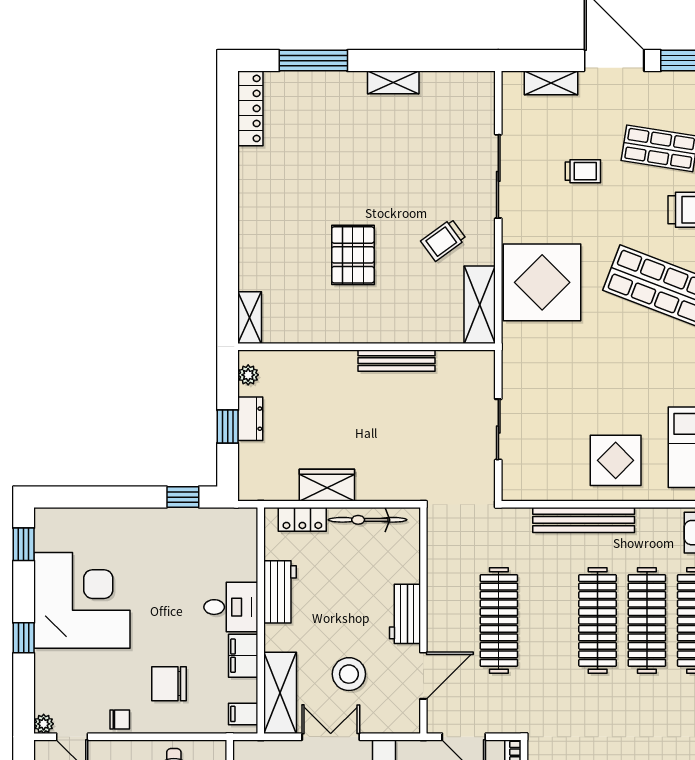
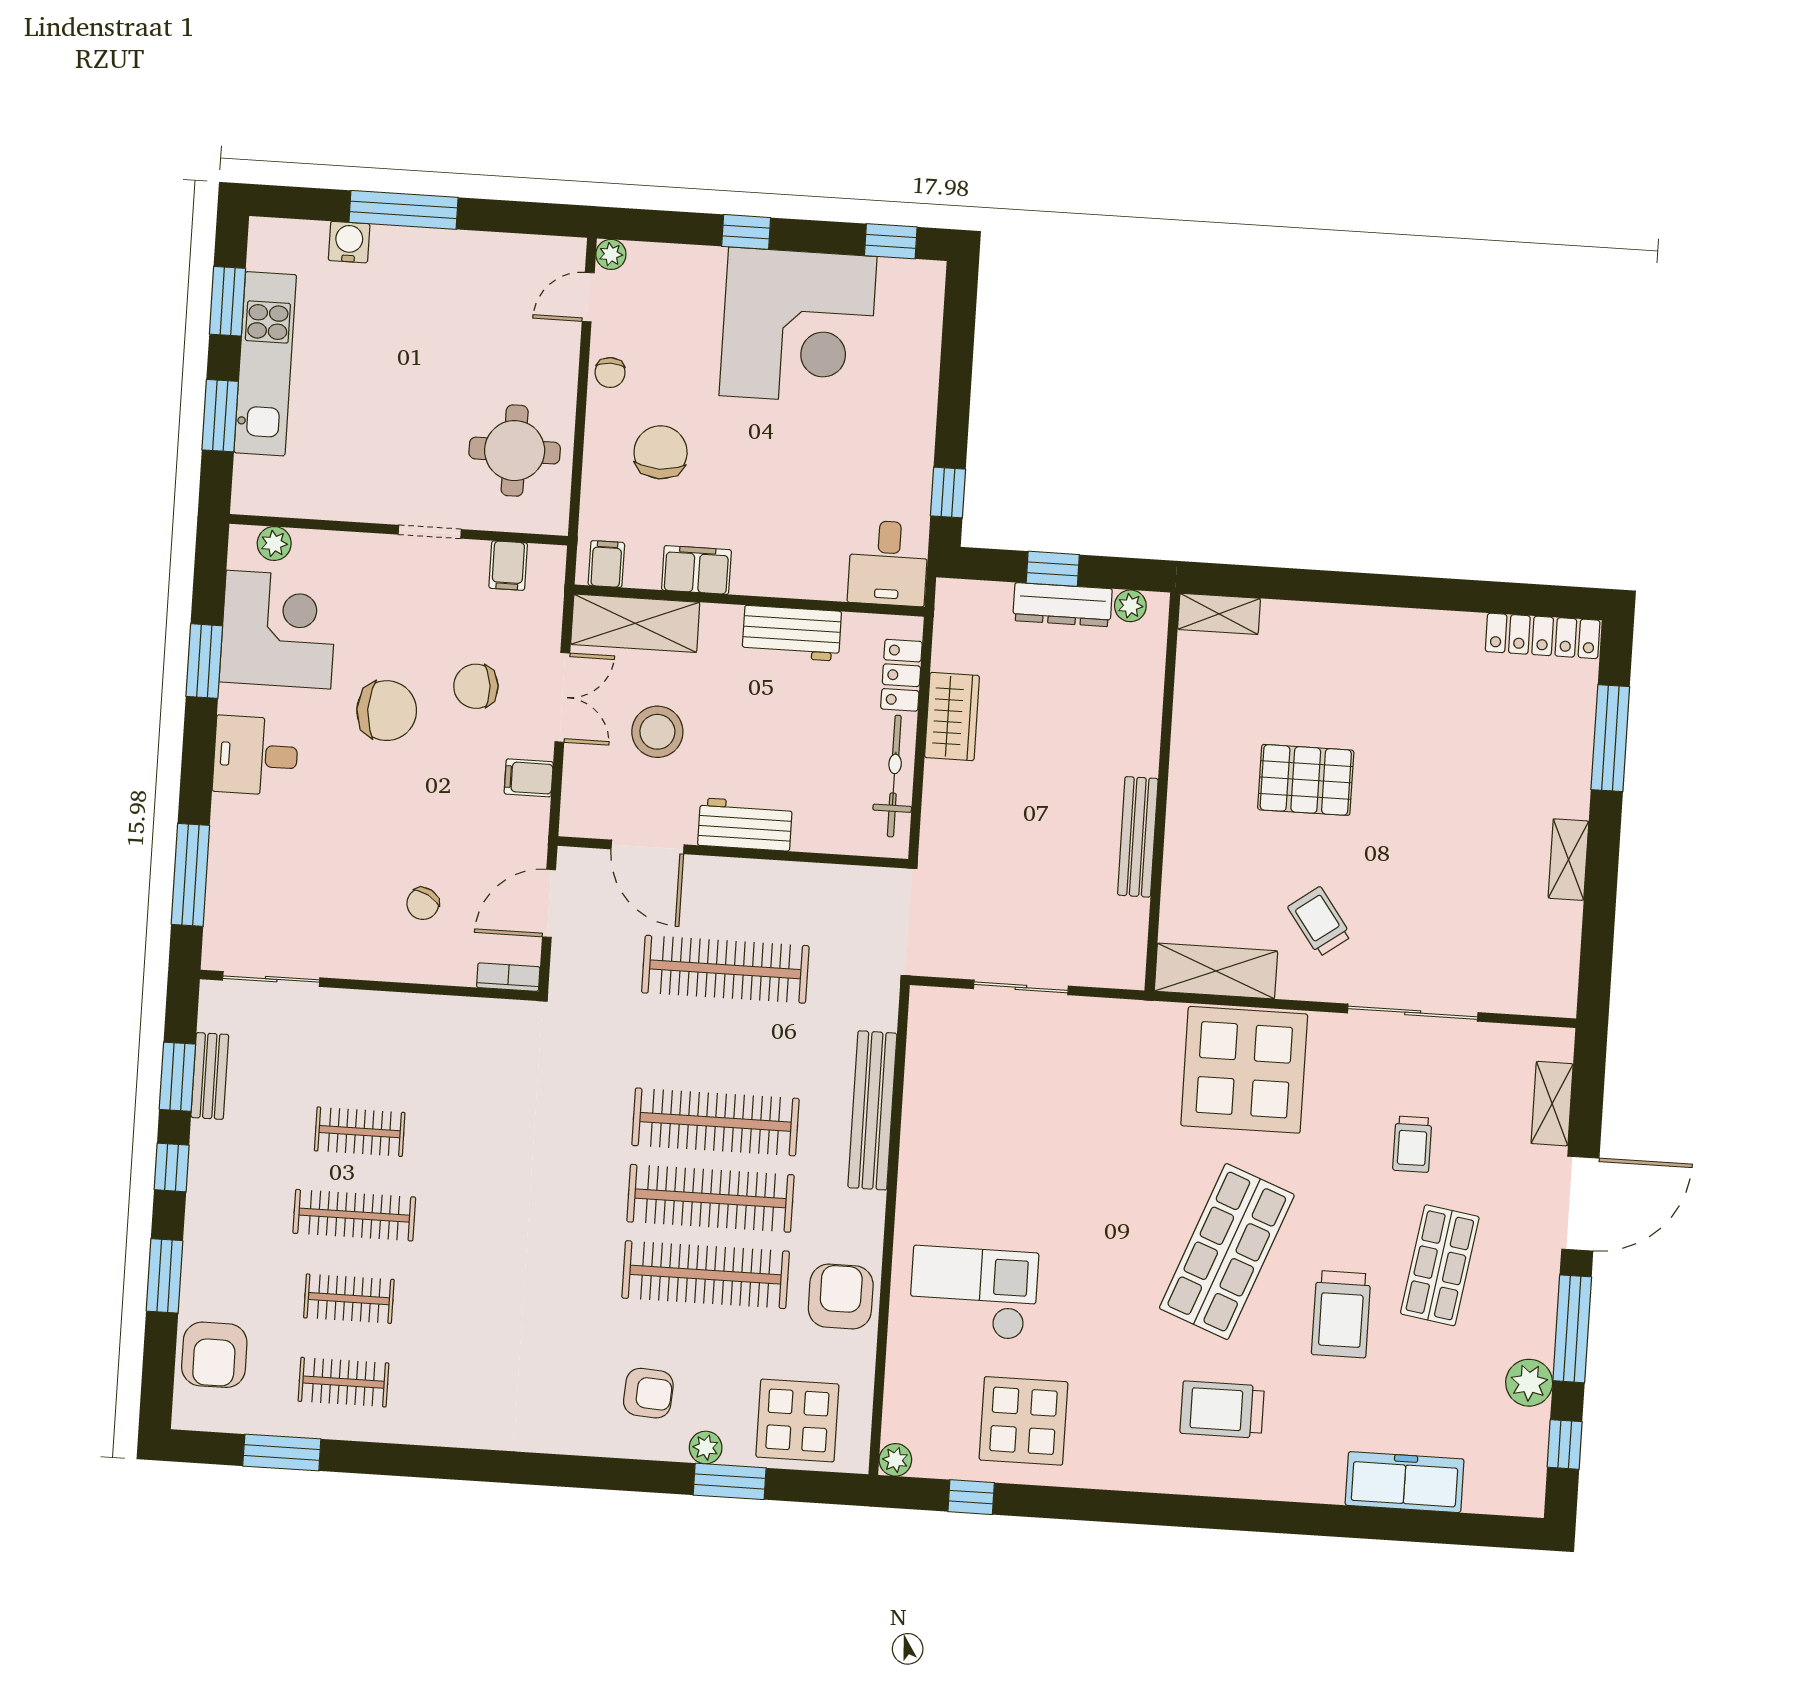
dresser: (250, 419) -> (1062, 605), width x1.44
display table: (616, 460) -> (961, 1166), removed
desk: (231, 607) -> (888, 563), moved

